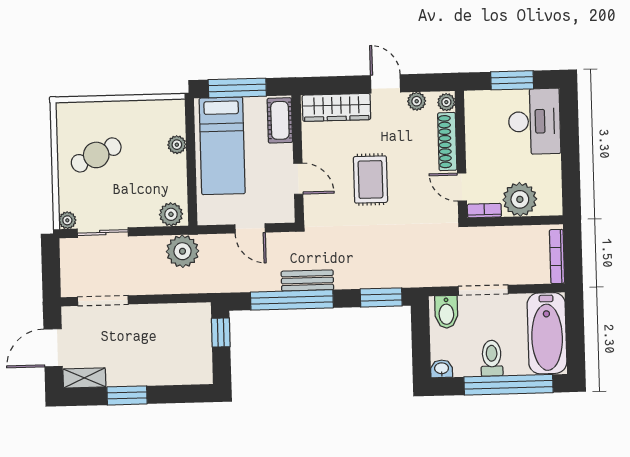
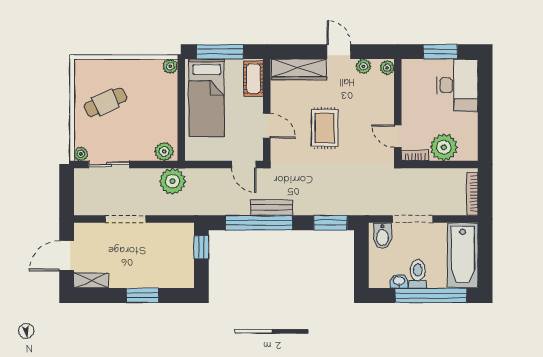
shoe rack: (447, 142) -> (387, 99), removed
plant: (177, 145) -> (170, 66), moved
door: (250, 228) -> (244, 165), moved
doorway: (103, 301) -> (125, 219), moved
washbasin: (442, 369) -> (399, 281), moved
window: (127, 395) -> (142, 296), moved

